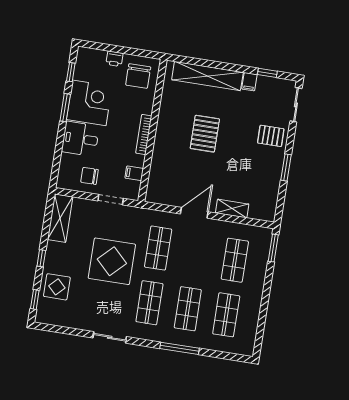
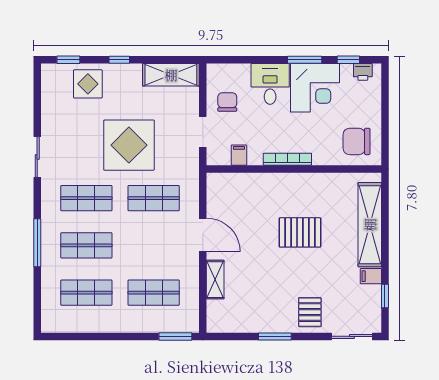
printer: (114, 59) -> (363, 72), moved, turned -90

